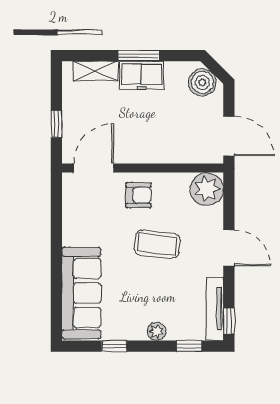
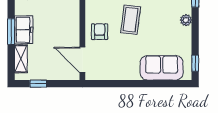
window: (56, 124) -> (38, 84), moved
sofa: (81, 293) -> (162, 68), width x0.73
window: (114, 346) -> (195, 63), moved

